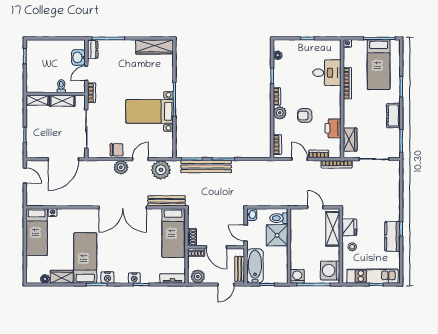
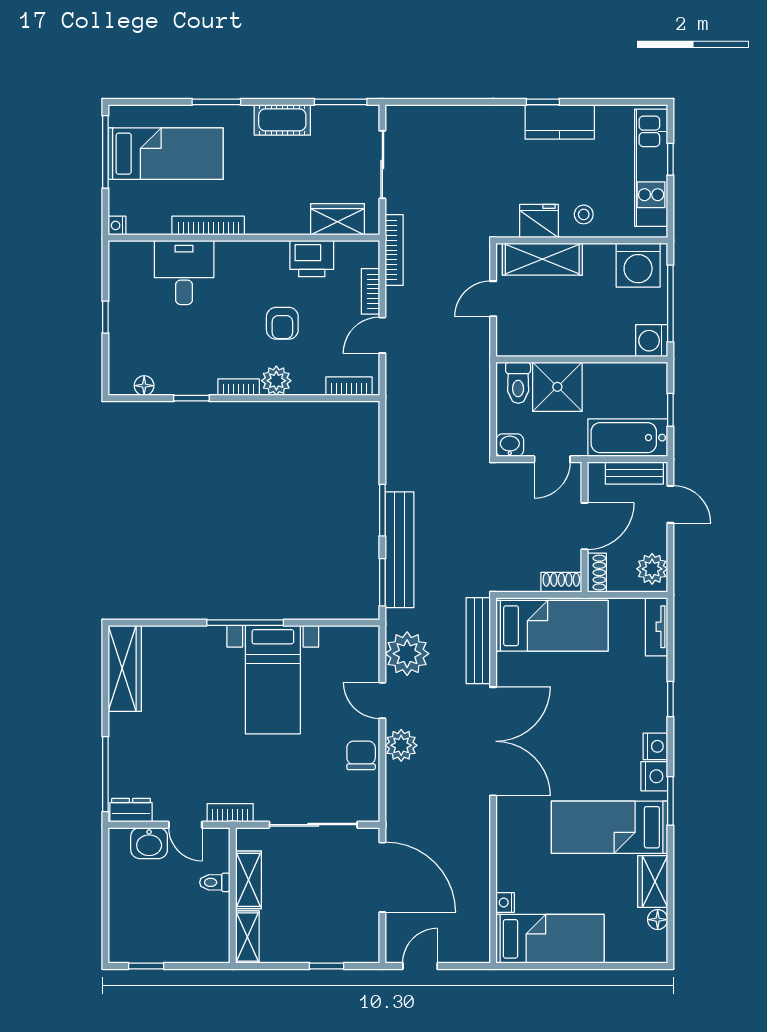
nightstand: (134, 278) -> (655, 746), moved

